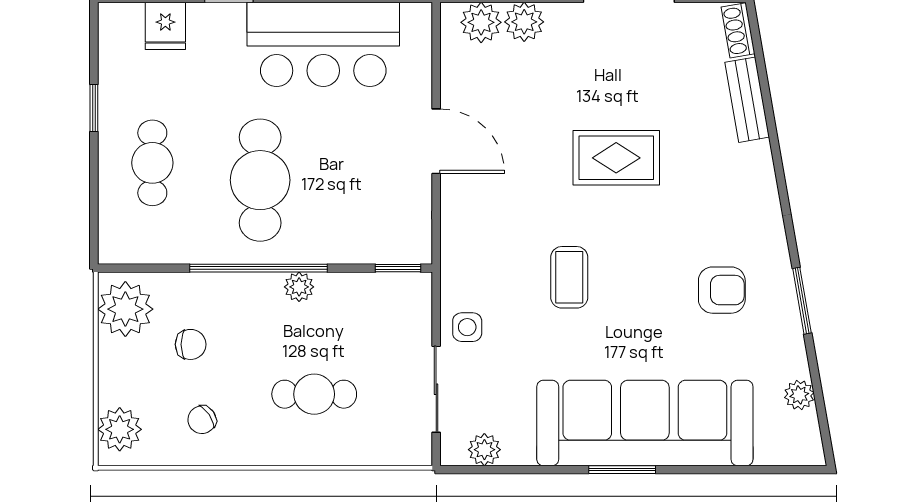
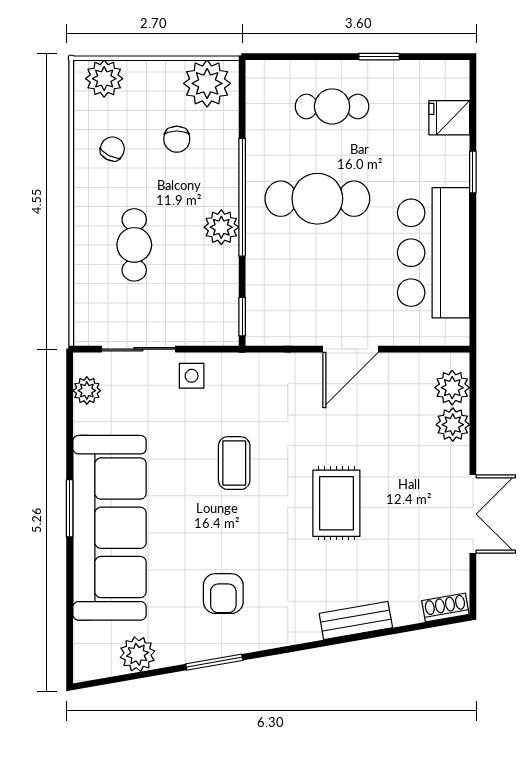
bench: (747, 100) -> (356, 621), moved
coffee table: (569, 277) -> (234, 463), turned 90
plant: (299, 287) -> (221, 227), width x1.38, depth x1.38
plant: (799, 395) -> (138, 654), width x1.38, depth x1.38
chair: (202, 420) -> (112, 149), turned 61

